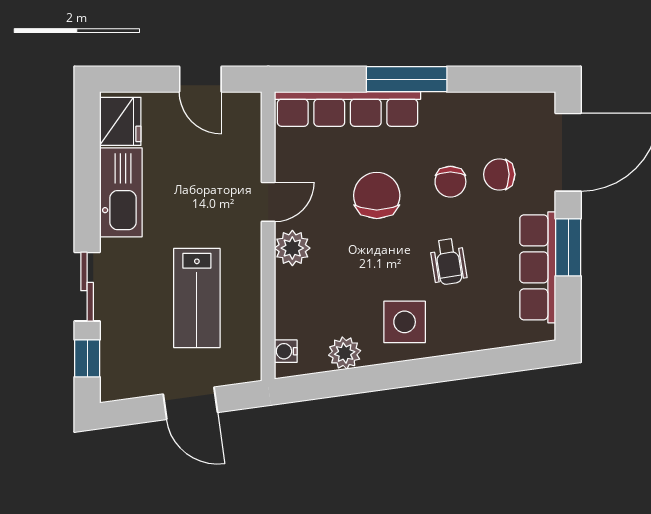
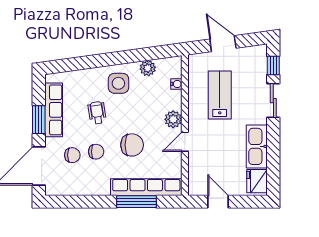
window: (407, 79) -> (136, 202), moved
chair: (450, 182) -> (96, 152), turned 90
chair: (377, 195) -> (132, 145), turned -90
water cooler: (286, 351) -> (176, 84), moved

